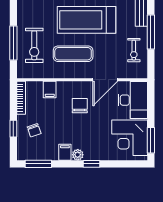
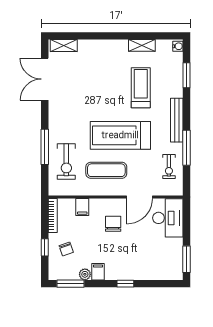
window: (13, 43) -> (45, 147), moved
corner desk: (130, 138) -> (165, 257), removed
plant: (78, 155) -> (85, 274), moved

